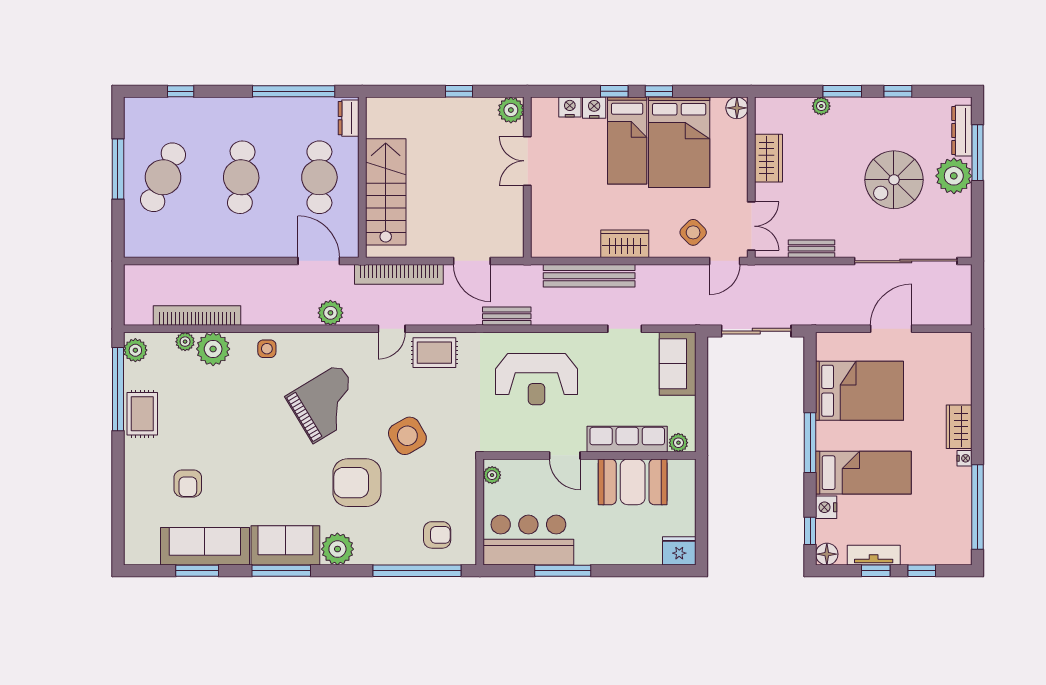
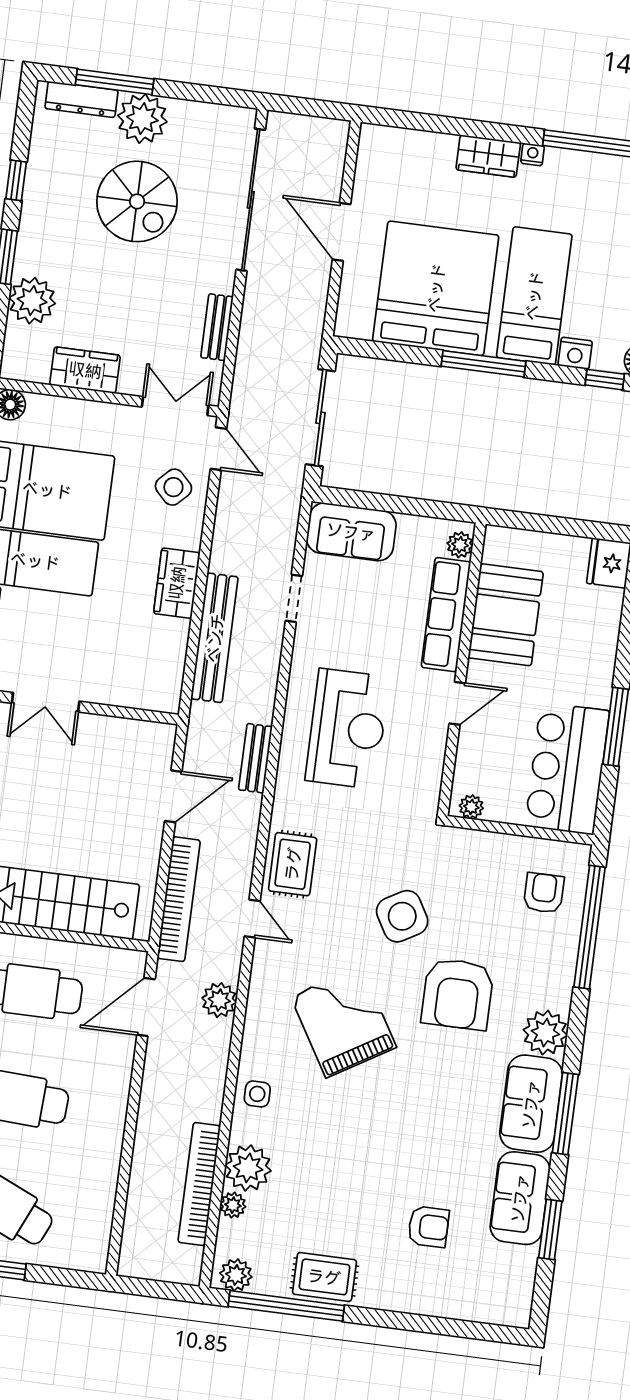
plant: (821, 106) -> (32, 301), width x1.88, depth x1.88
bed: (860, 391) -> (436, 288), width x1.36
sofa: (205, 546) -> (520, 1198), width x0.73

